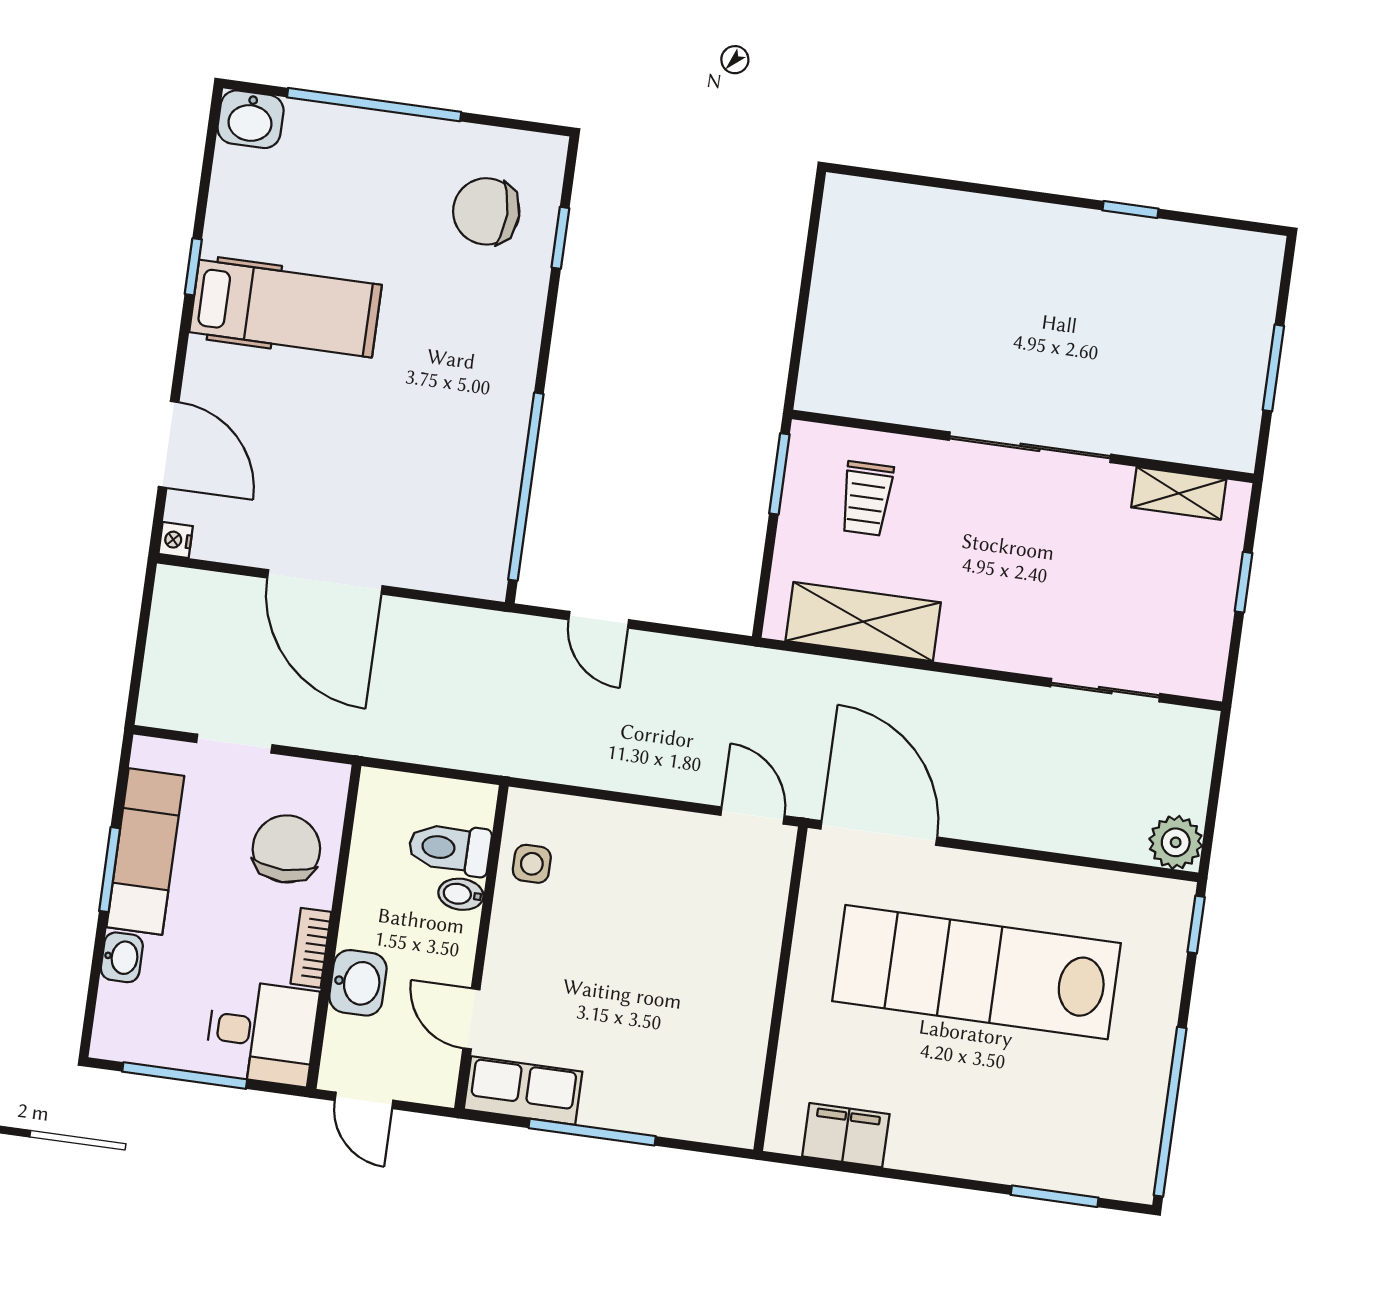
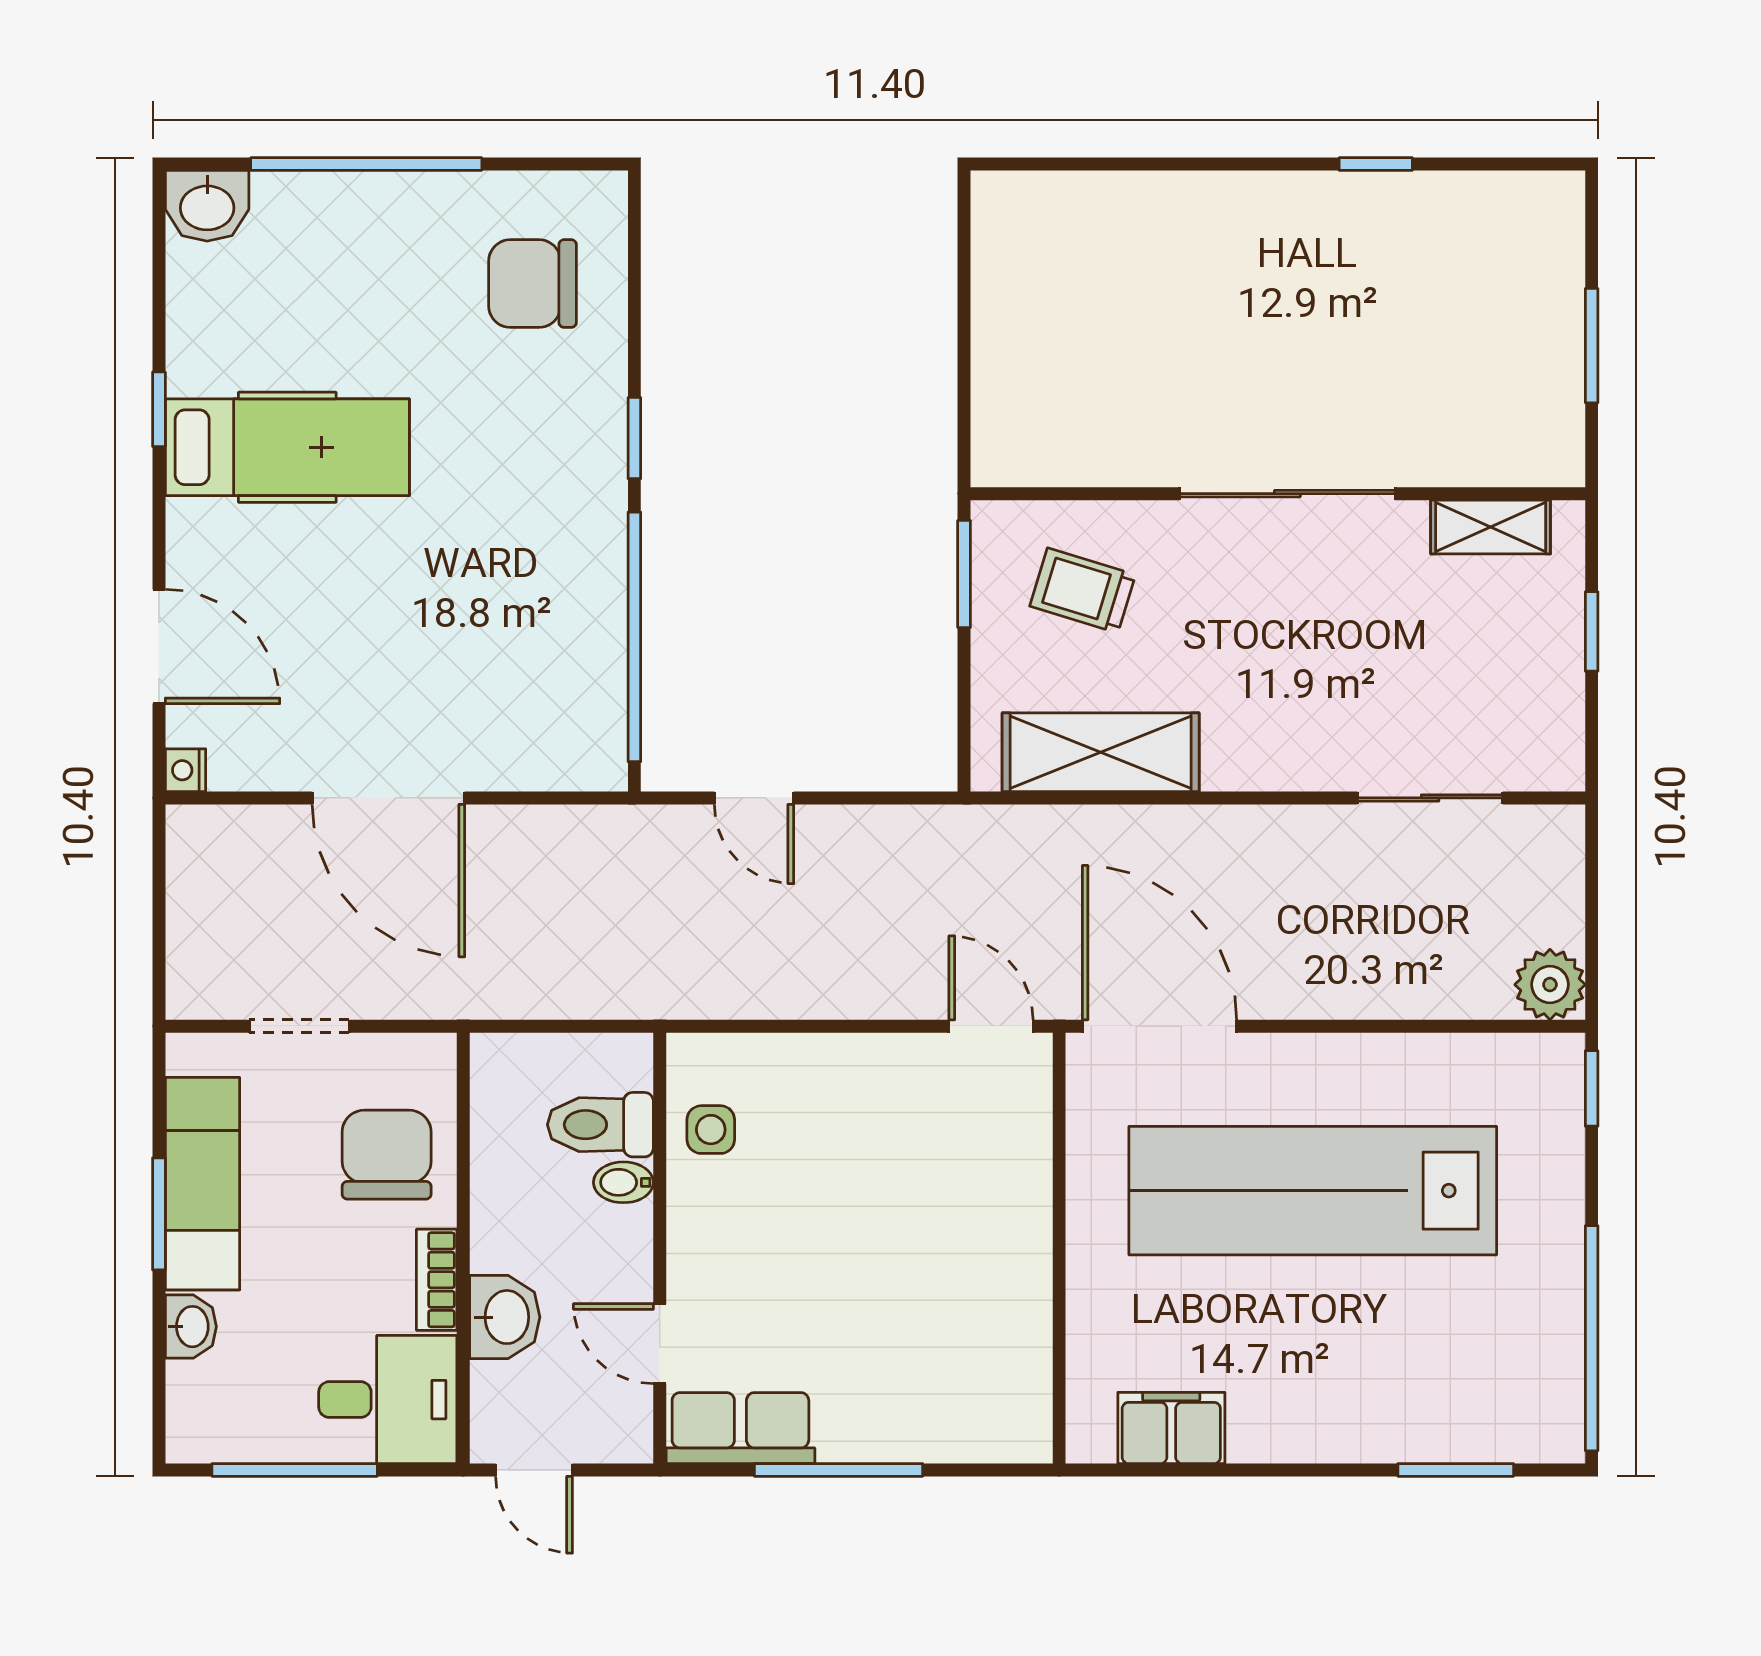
window: (560, 238) -> (634, 438), moved
trolley: (867, 499) -> (1083, 590), turned 107

